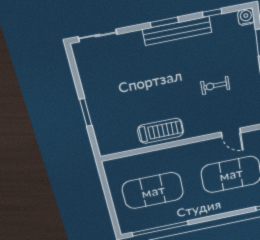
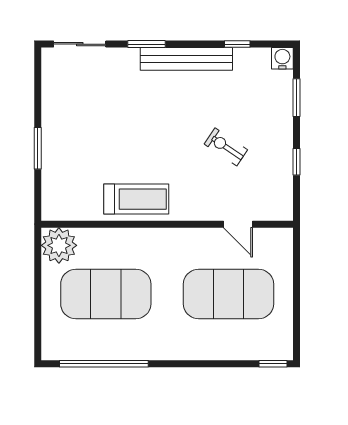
window: (164, 22) -> (146, 44), moved
exercise bike: (215, 85) -> (226, 147), turned 34
plant: (116, 169) -> (59, 245), added

